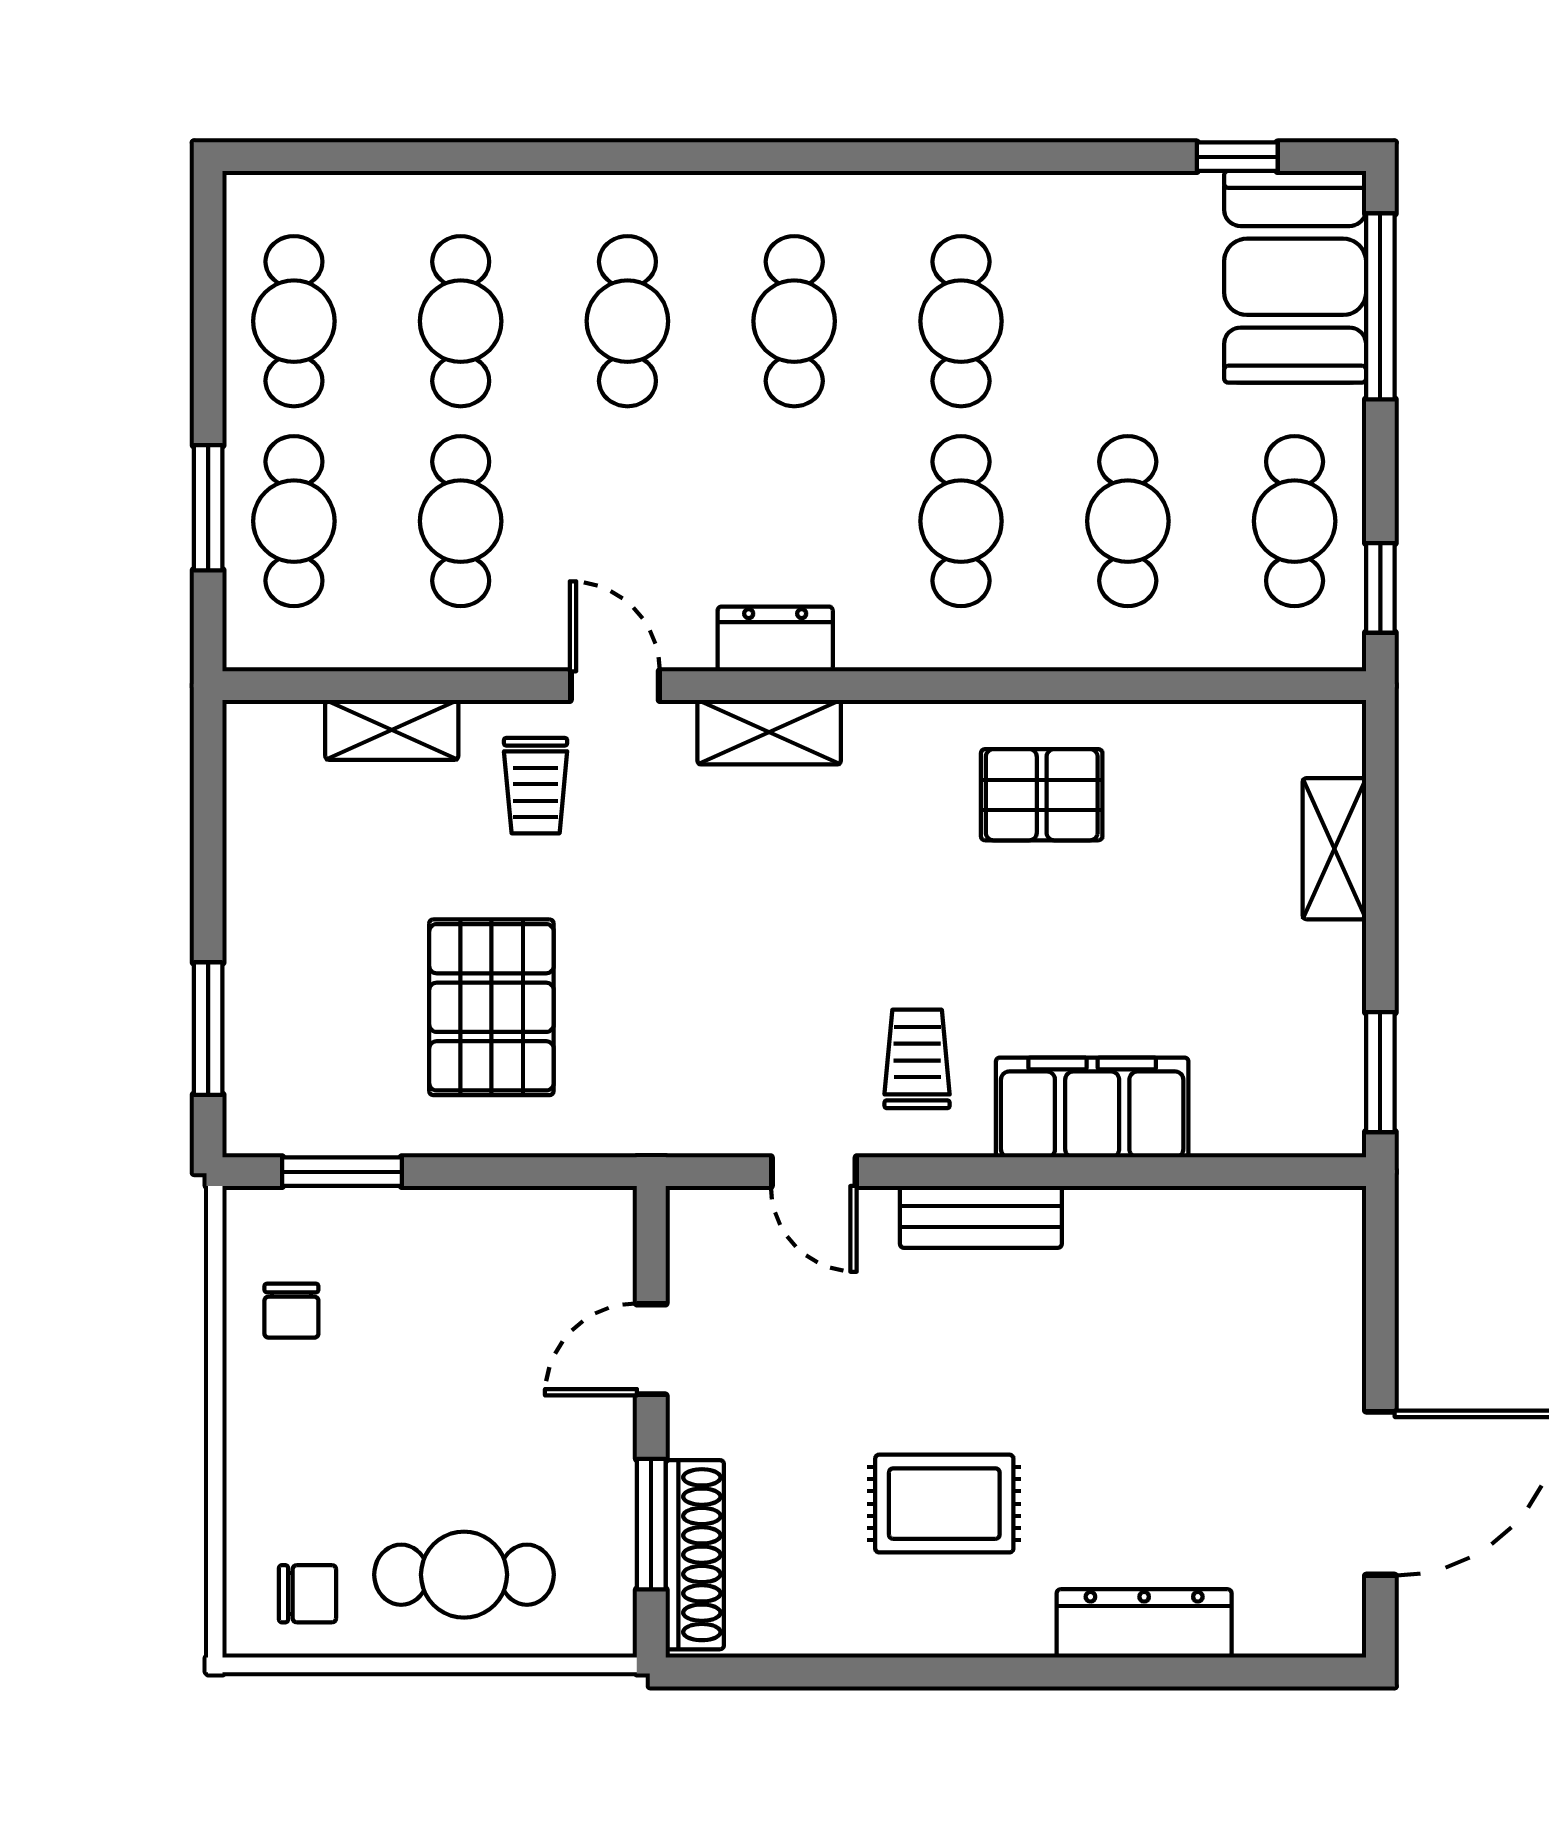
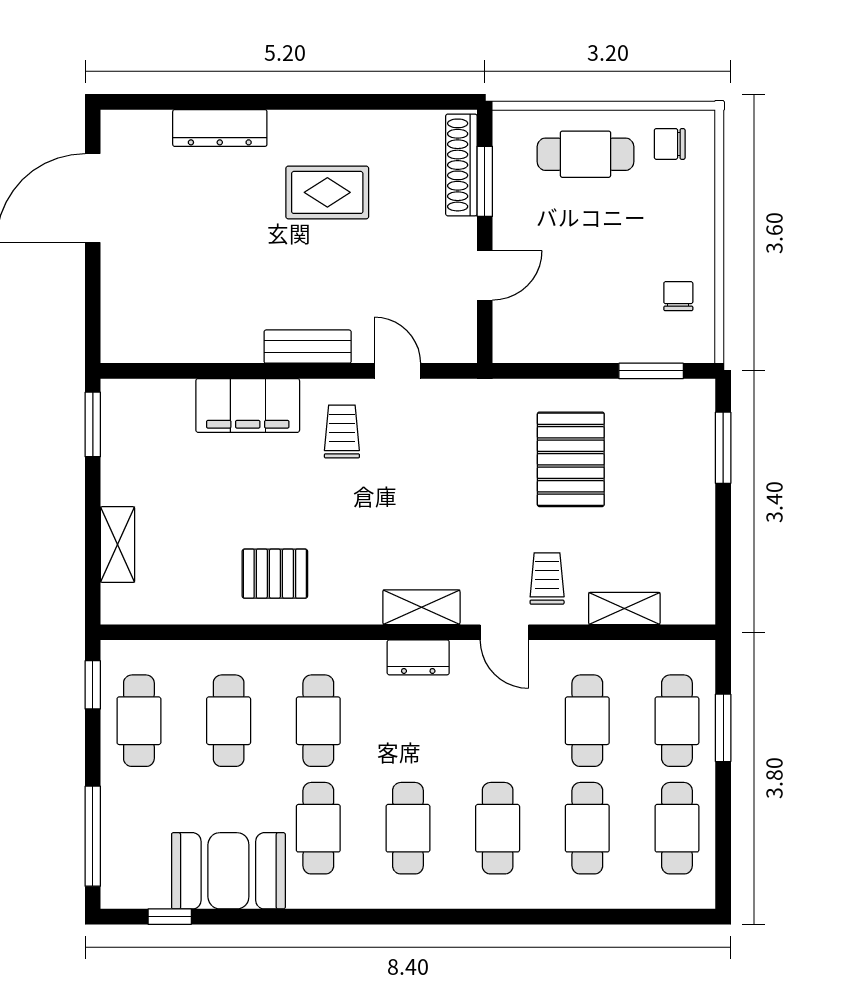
booth: (1295, 277) -> (228, 871), moved, turned 90
trolley: (917, 1059) -> (342, 432), turned 180

